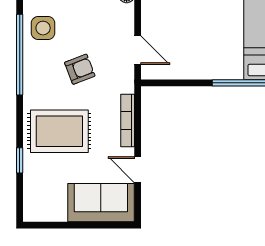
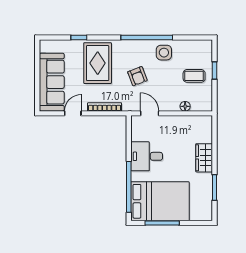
door: (138, 50) -> (150, 113), swing flipped
desk: (205, 55) -> (147, 156), added
sofa: (101, 203) -> (52, 82), width x1.36

